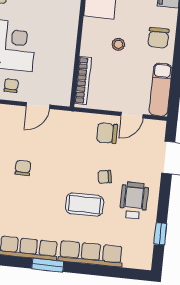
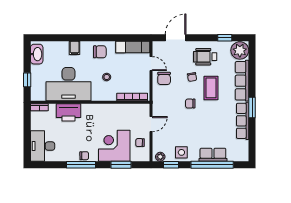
door: (38, 106) -> (151, 124), hinge flipped
chair: (23, 168) -> (190, 104), moved
plant: (138, 255) -> (240, 50), added

